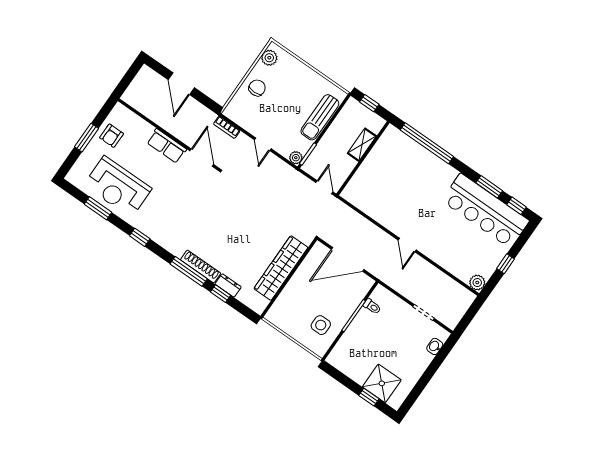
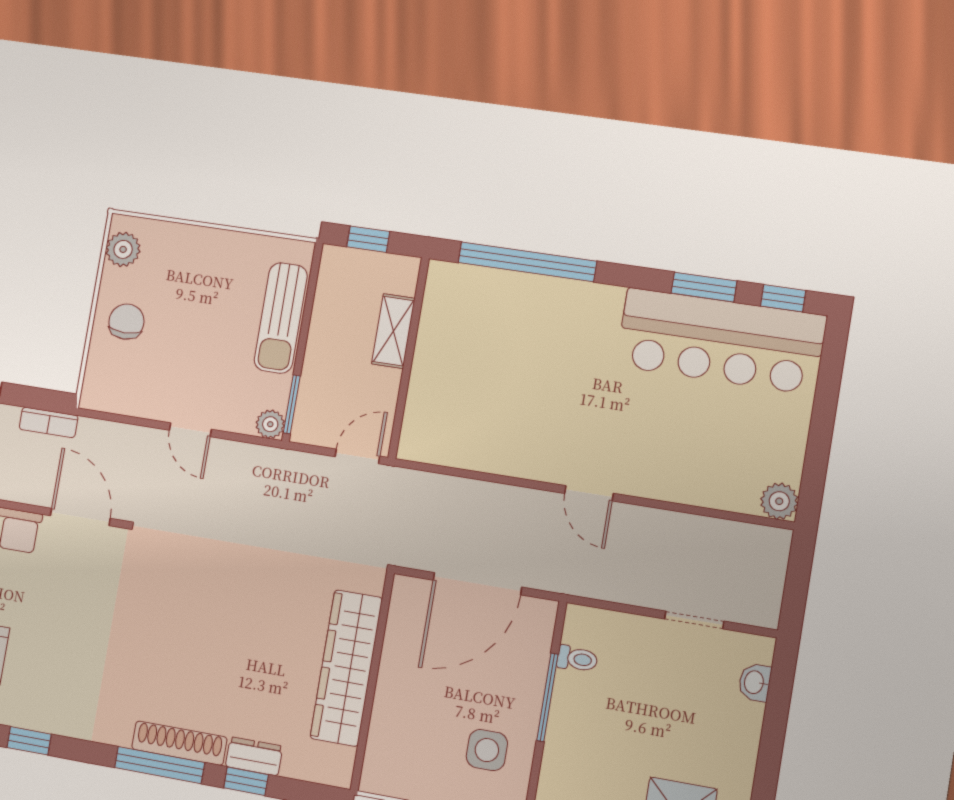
bookcase: (227, 127) -> (49, 422), moved
door: (324, 187) -> (357, 456), hinge flipped
window: (505, 264) -> (821, 432), removed

